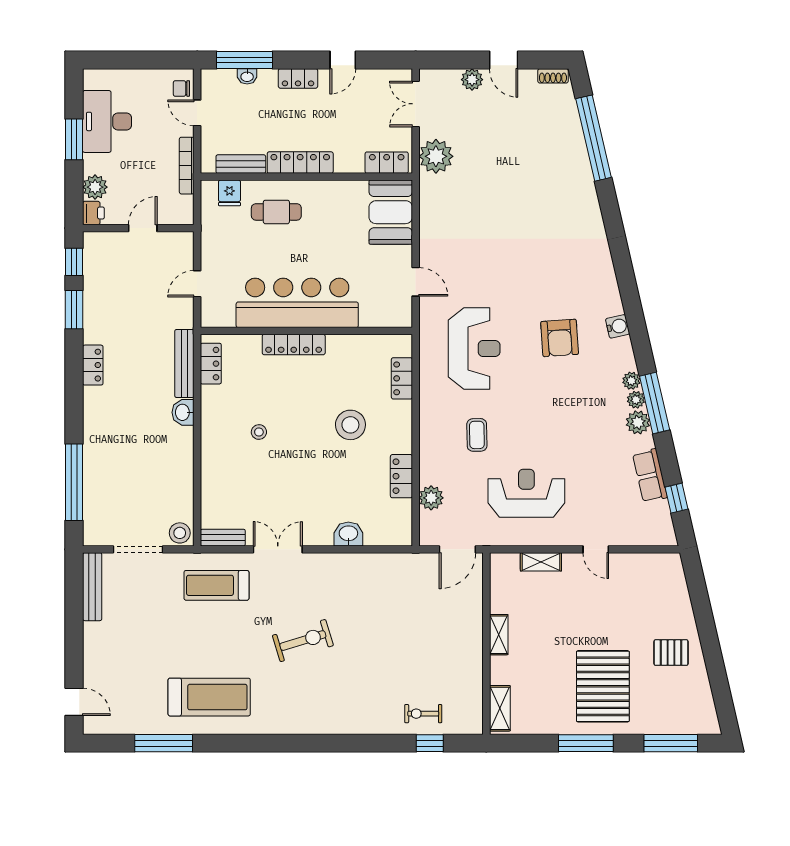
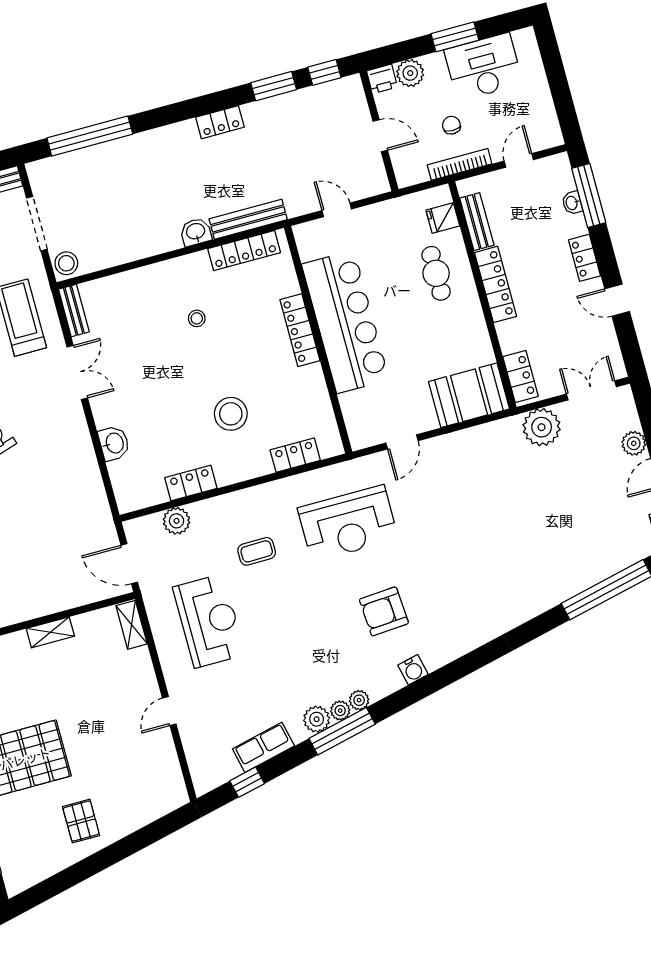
chair: (181, 88) -> (451, 125), moved
locker: (211, 364) -> (244, 251), width x1.53
shelving: (541, 562) -> (132, 625), moved

